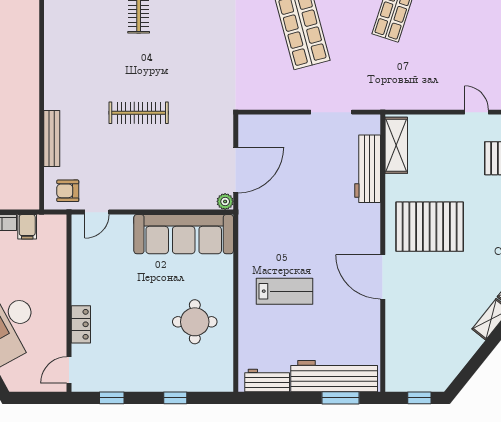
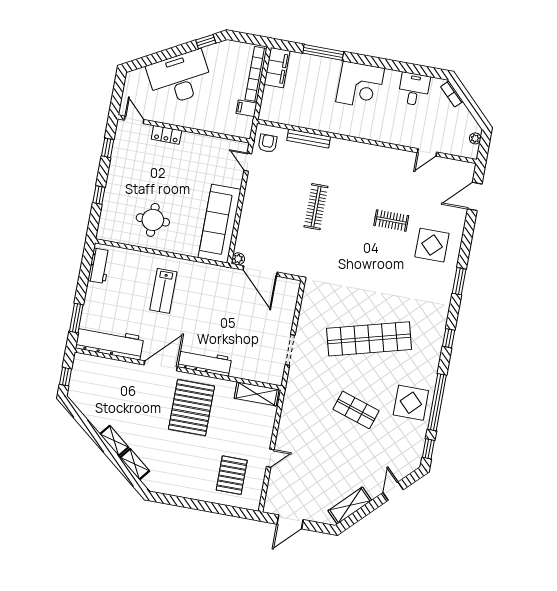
workbench: (368, 169) -> (205, 362), moved
workbench: (334, 376) -> (110, 342), moved, turned -90

